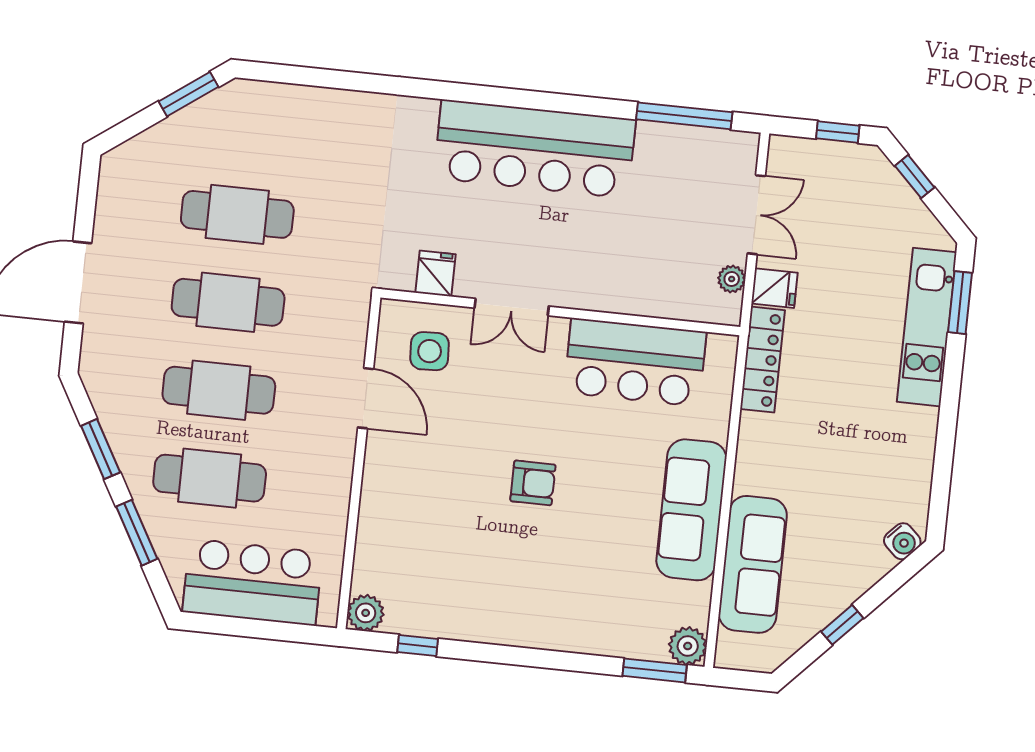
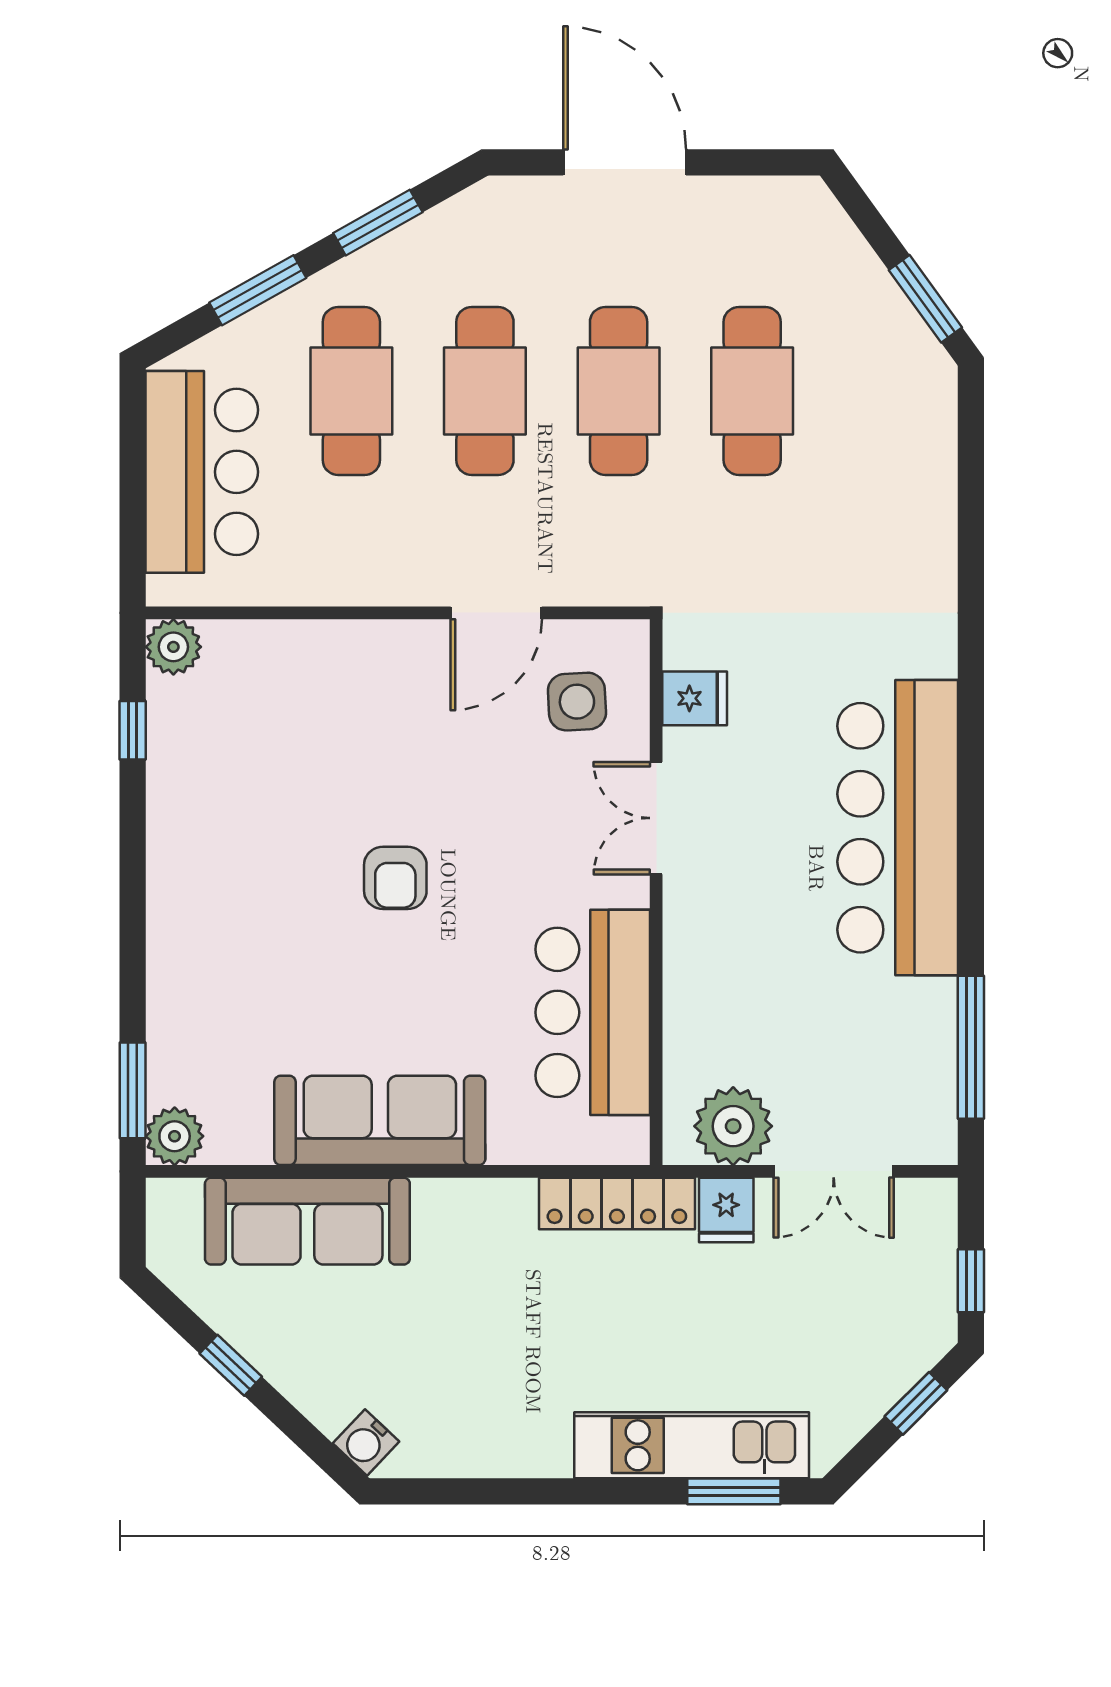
plant: (732, 279) -> (733, 1126), width x1.87, depth x1.87

